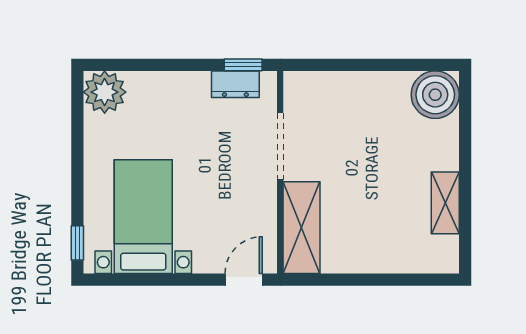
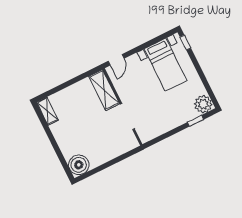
window: (243, 65) -> (196, 121), moved
dresser: (235, 84) -> (156, 132), removed
shelving: (445, 203) -> (47, 111), moved

